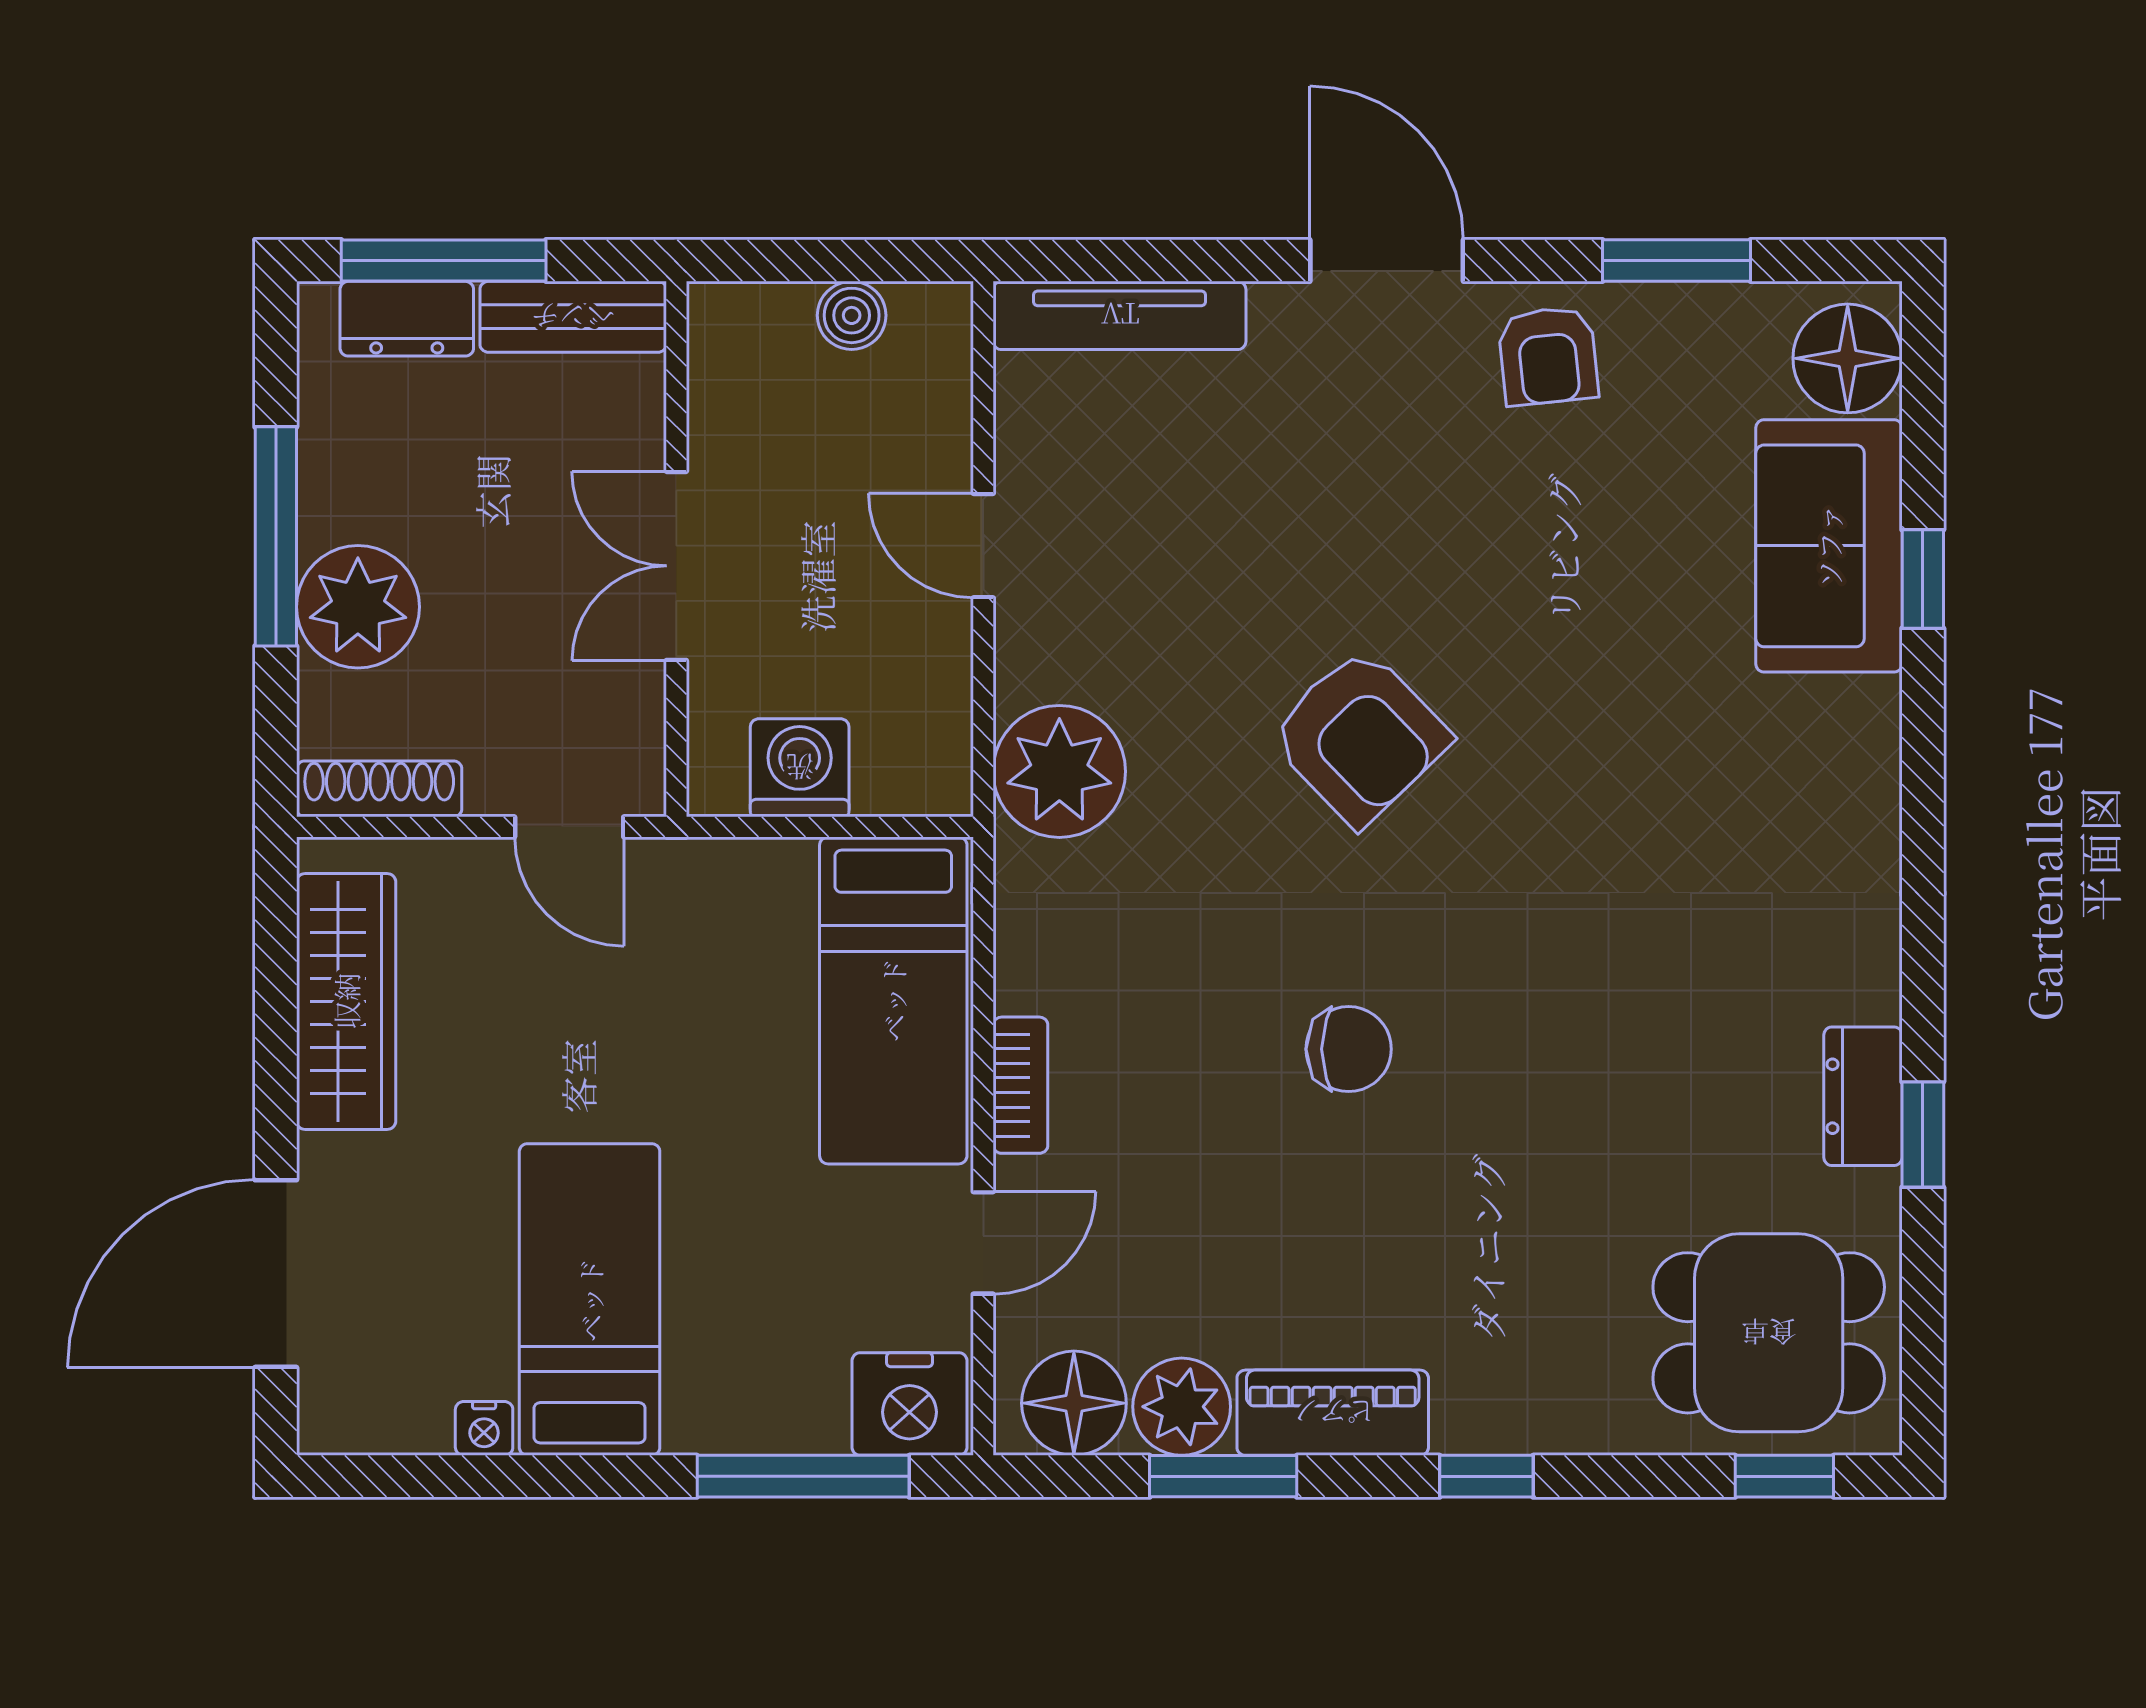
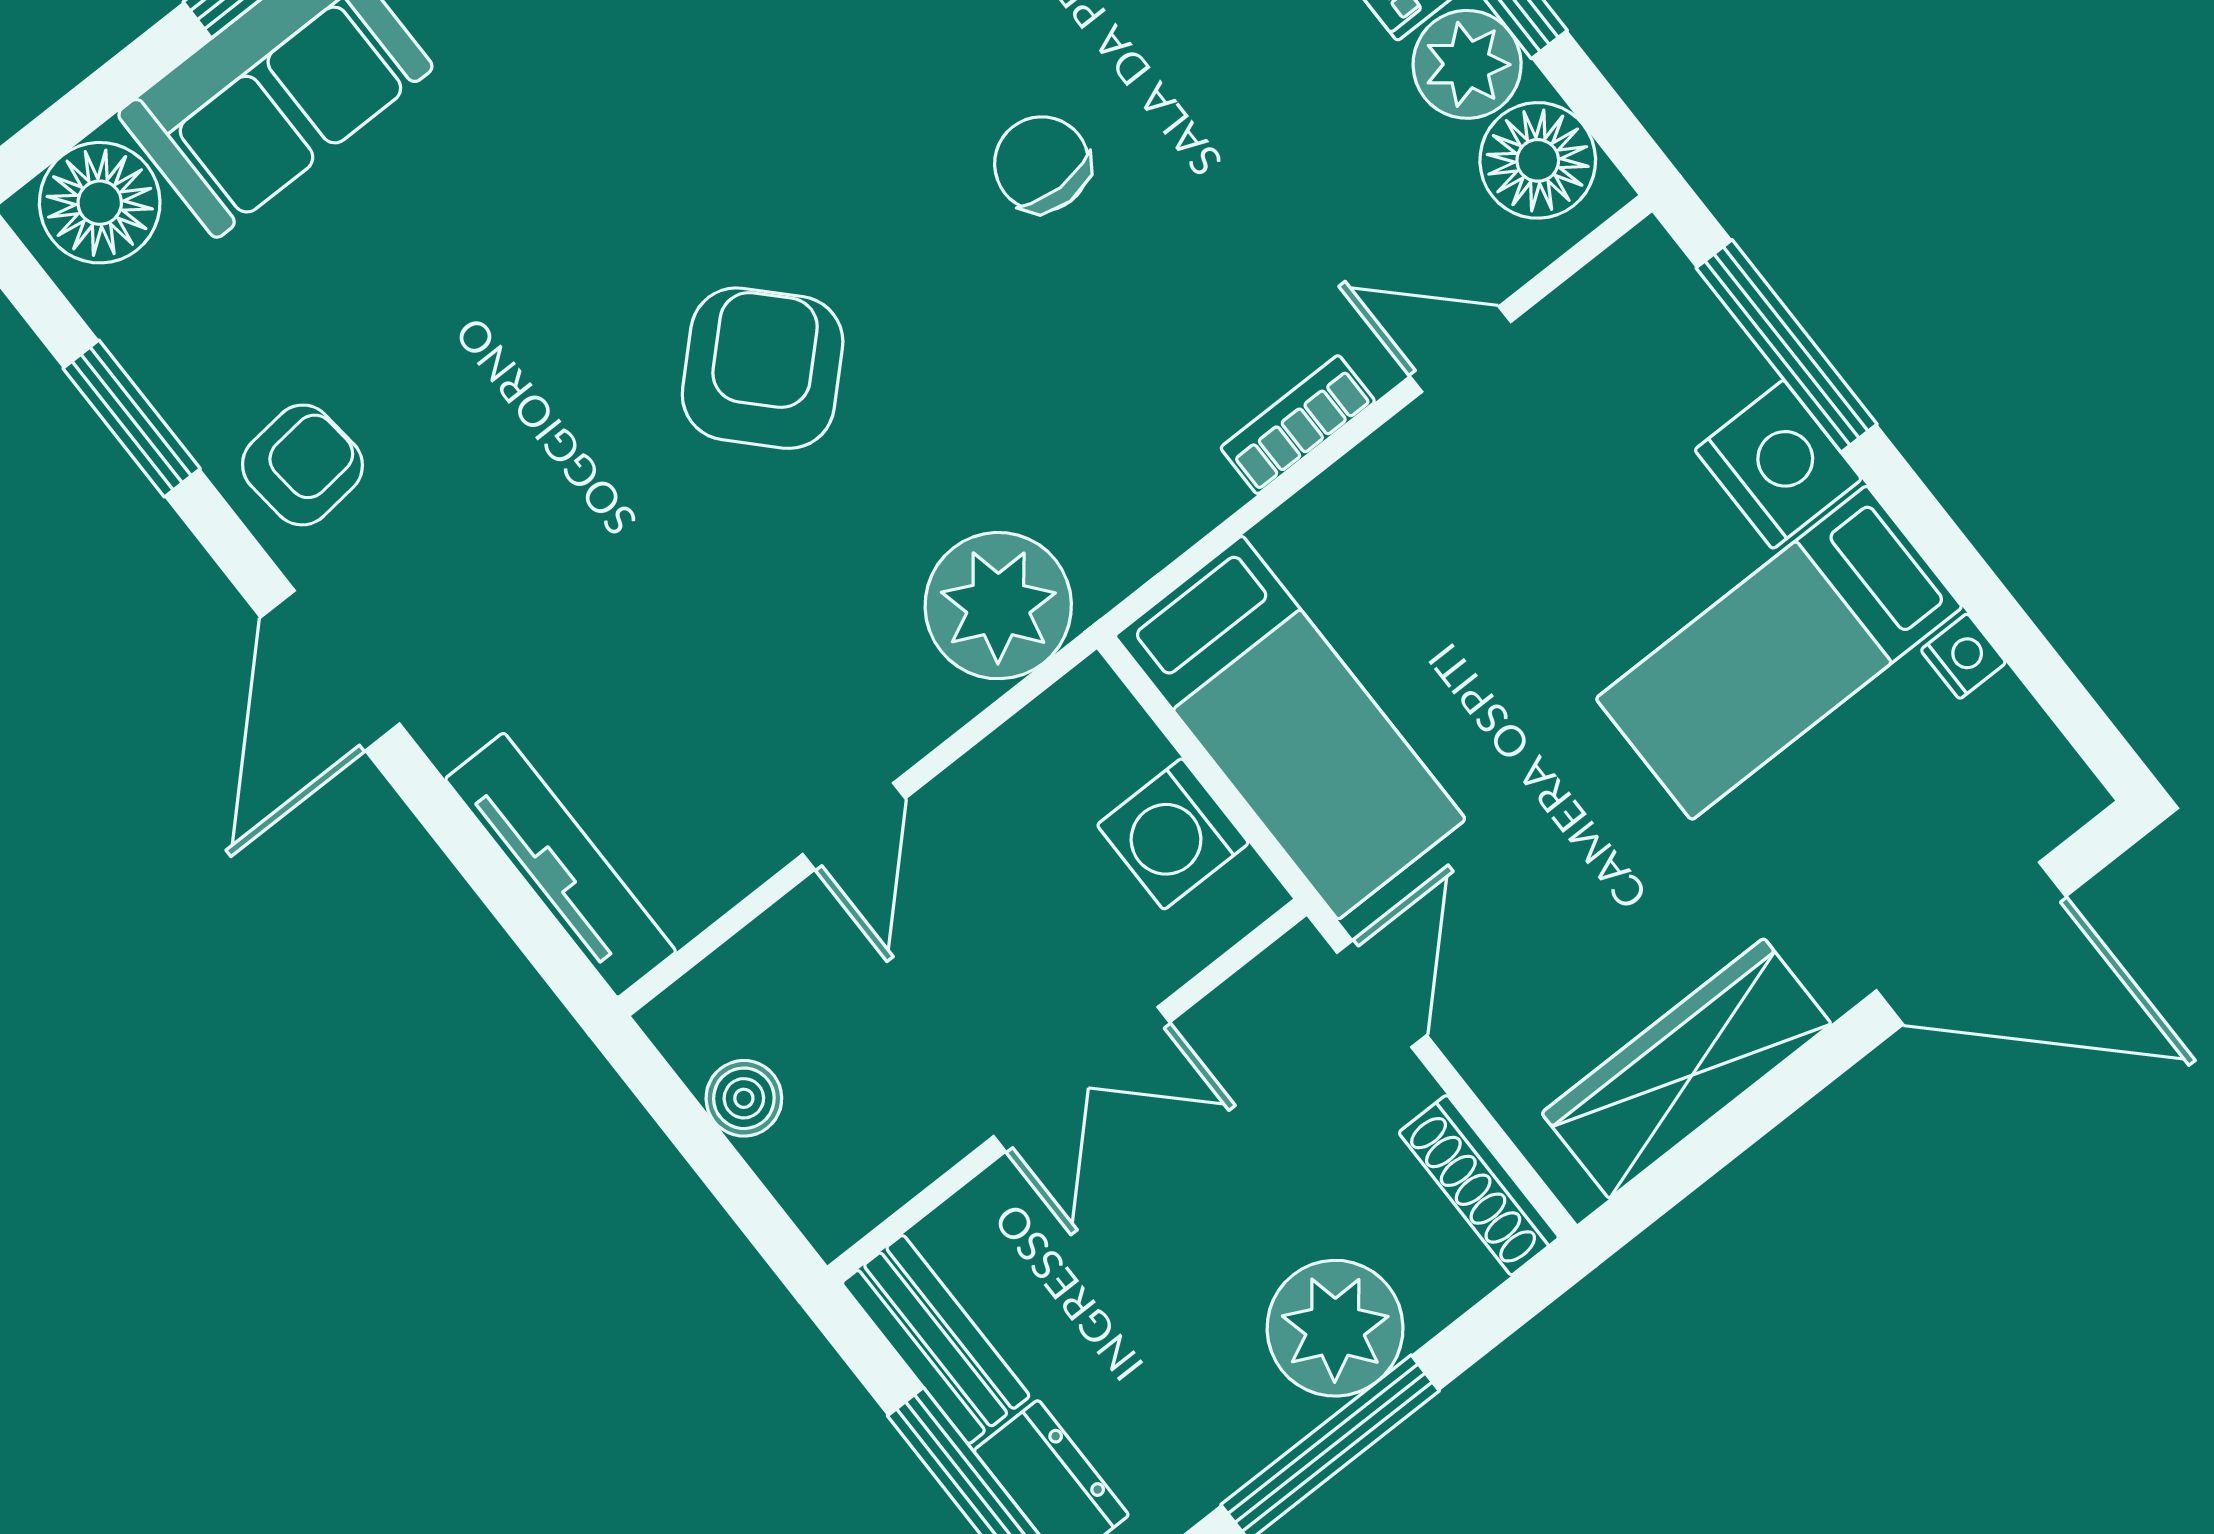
bed: (893, 1000) -> (1290, 728), moved, turned 90
nightstand: (909, 1404) -> (1778, 464), moved

